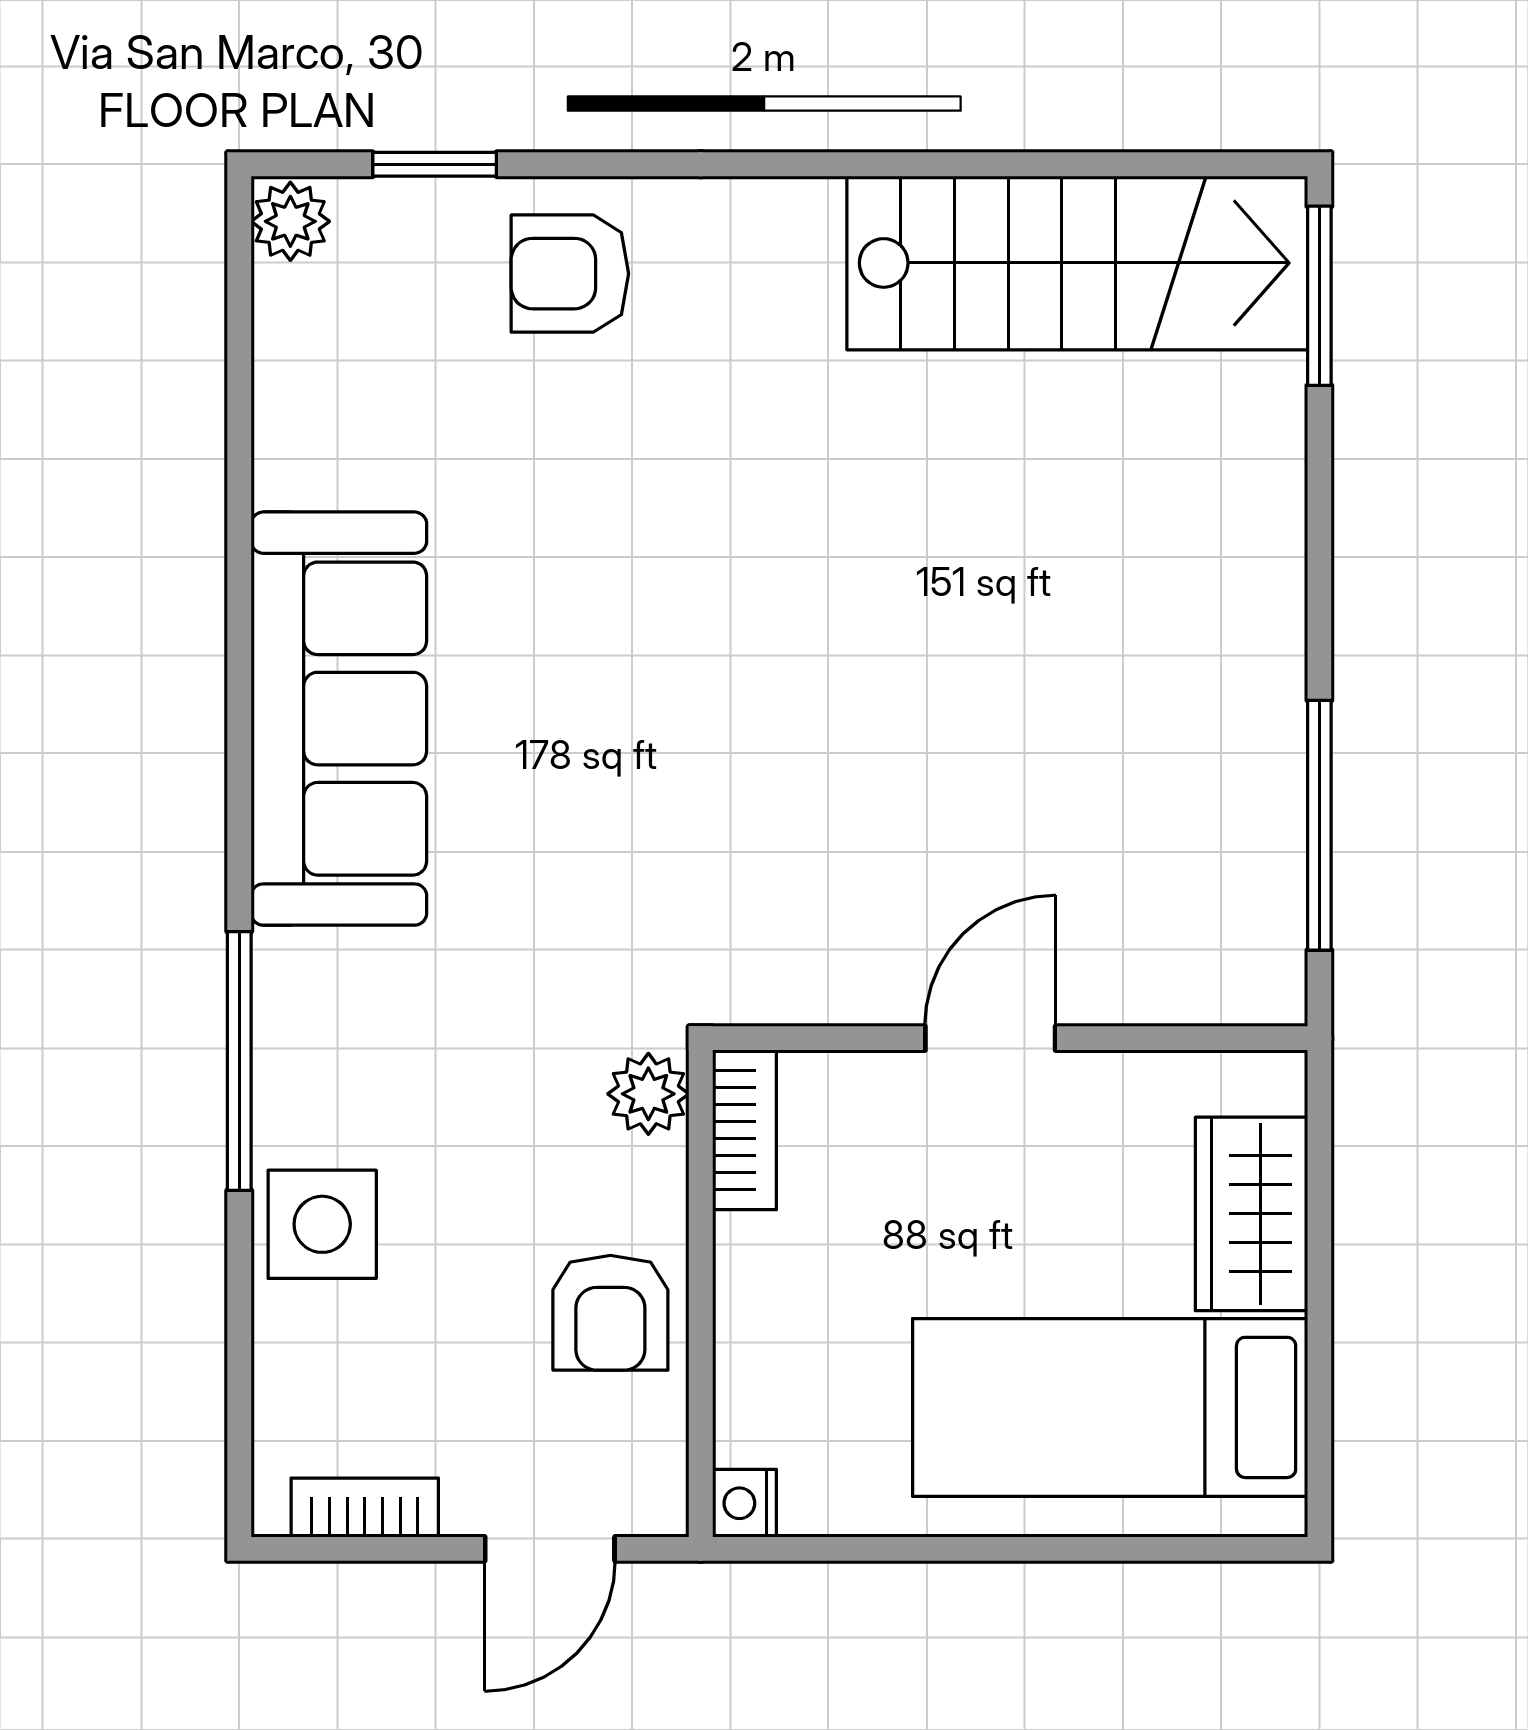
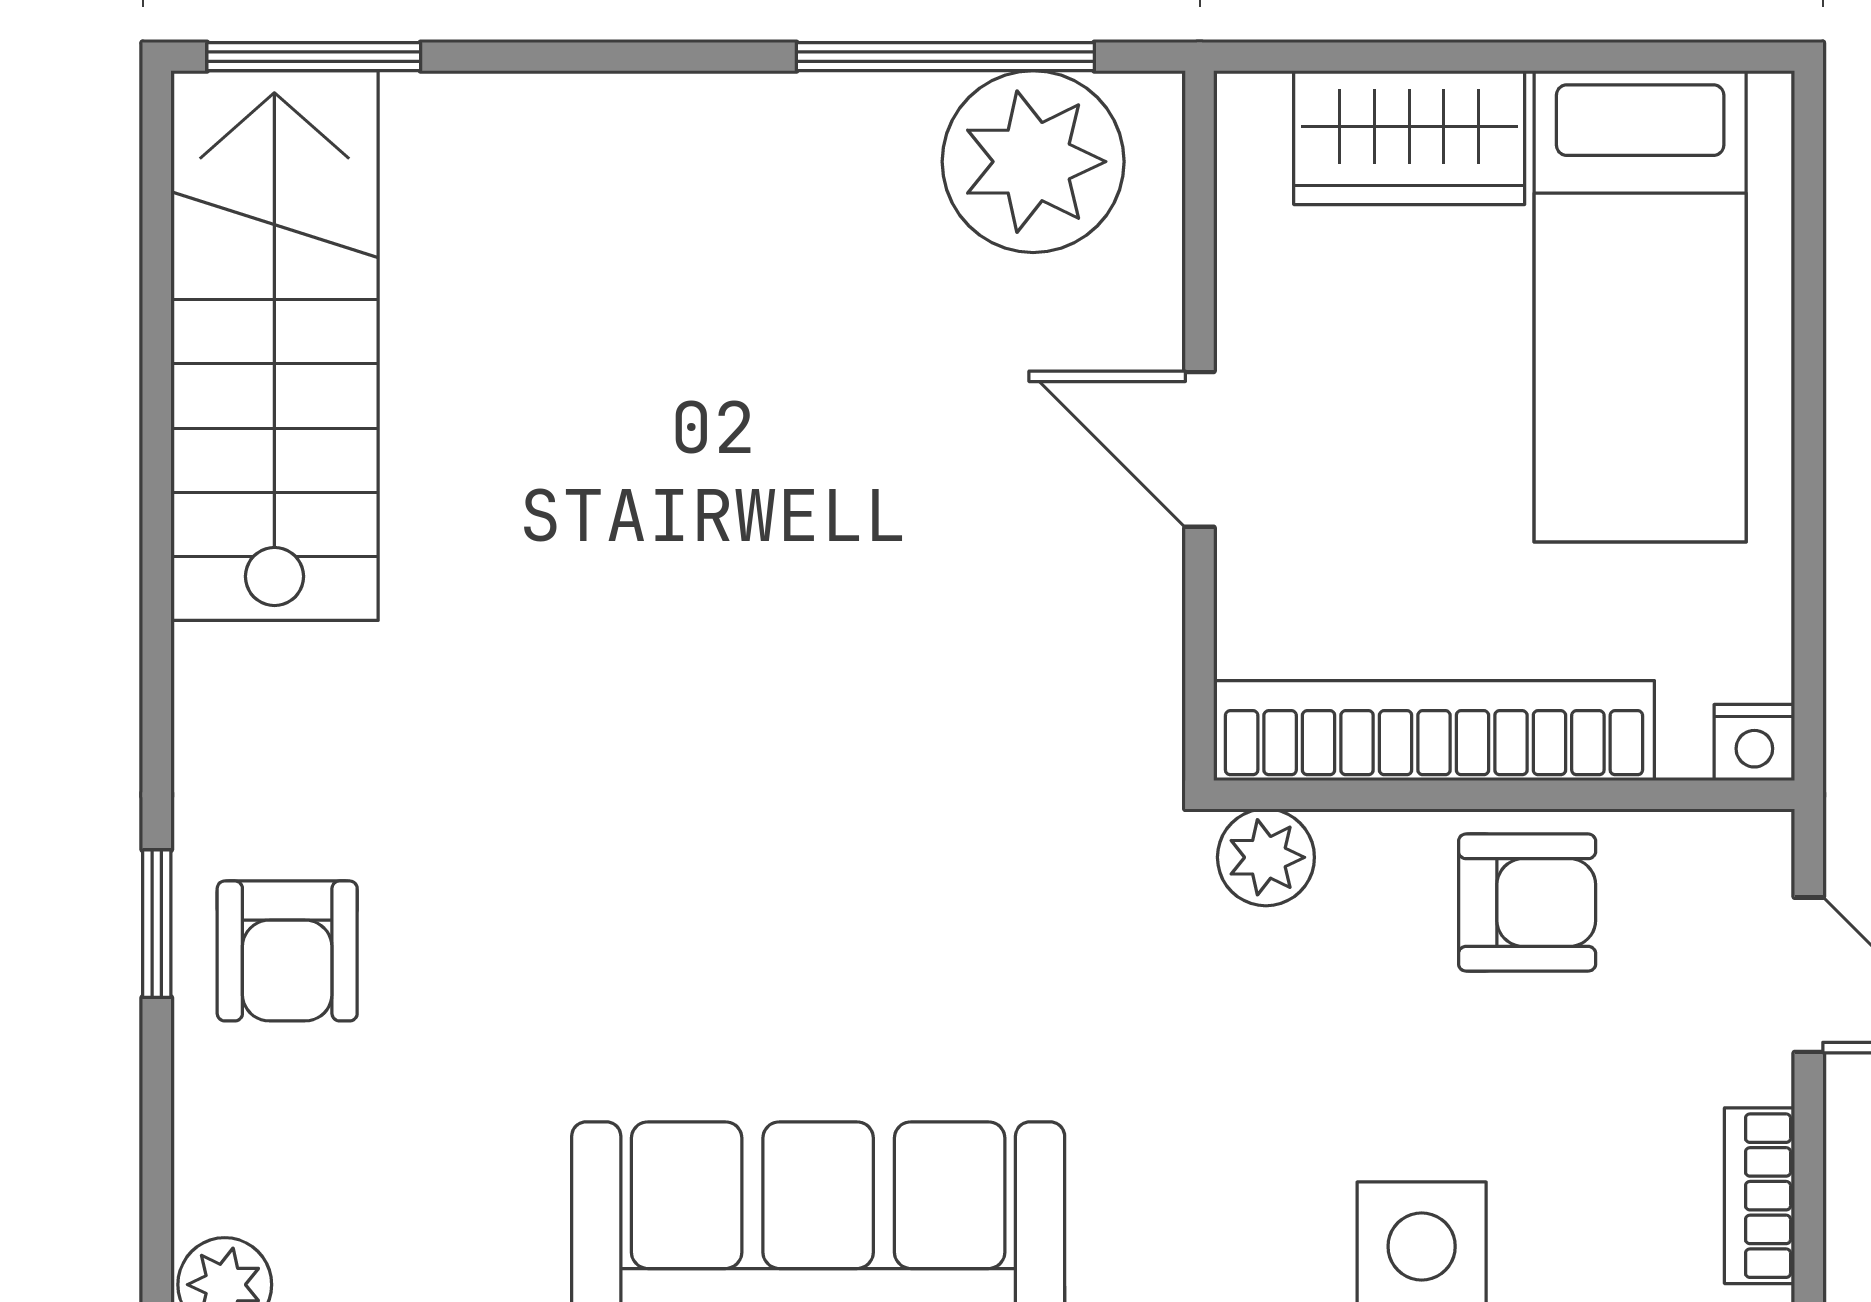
window: (435, 164) -> (157, 924), moved
plant: (1231, 899) -> (1033, 162), added
bookcase: (744, 1130) -> (1434, 731), width x2.31, depth x1.31

